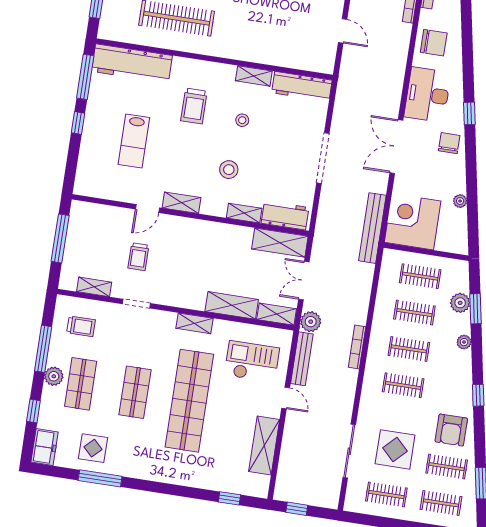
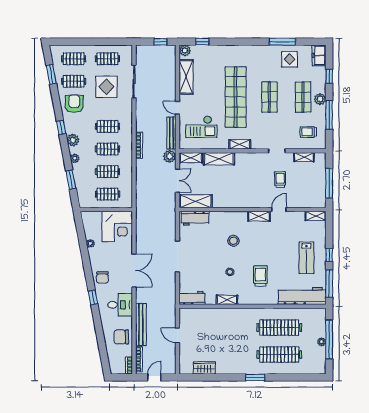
workbench: (302, 86) -> (192, 298), width x0.73
desk: (427, 95) -> (120, 305), width x0.73
lab bench: (134, 141) -> (306, 258), moved, turned 180
shelving: (244, 213) -> (316, 216), moved
bench: (372, 228) -> (141, 325), moved
plant: (460, 303) -> (73, 140), moved
plant: (260, 488) -> (185, 51), added

